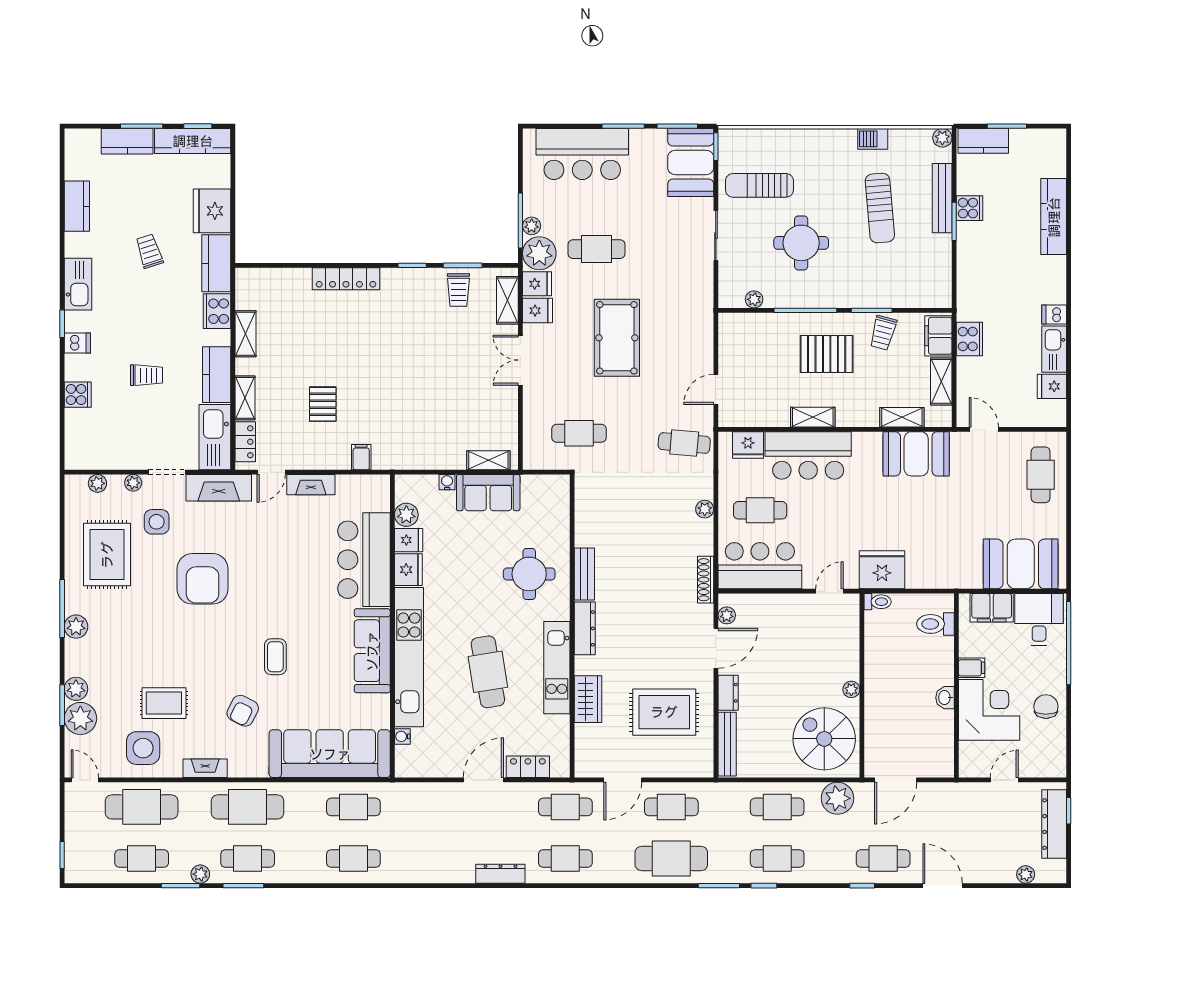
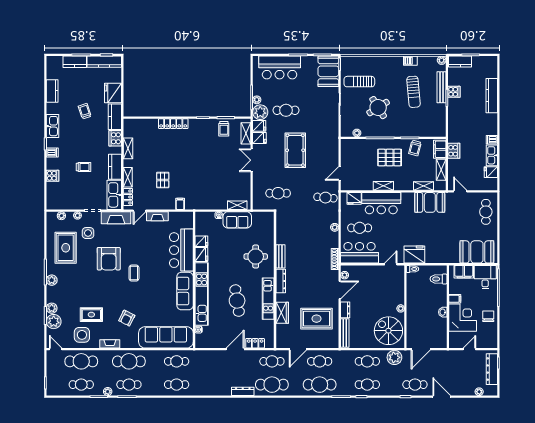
round table: (801, 243) -> (378, 108), turned -32
plant: (406, 515) -> (200, 230), removed
coffee table: (275, 657) -> (134, 273), moved
cafe table: (565, 858) -> (272, 385), width x1.37, depth x1.35

